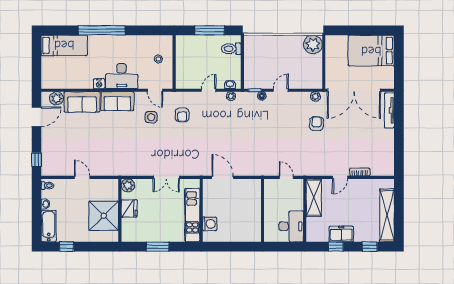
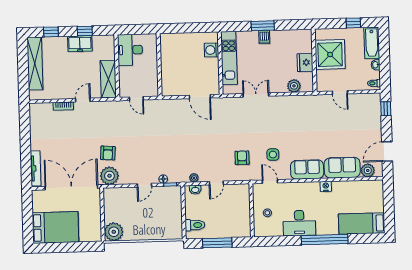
desk: (122, 76) -> (299, 223), moved, turned 180
plant: (316, 96) -> (109, 176), width x1.87, depth x1.87
fridge: (129, 208) -> (305, 62), moved
wall: (120, 210) -> (314, 60), moved
shower: (104, 216) -> (330, 54), moved
dishwasher: (156, 235) -> (264, 37), added

